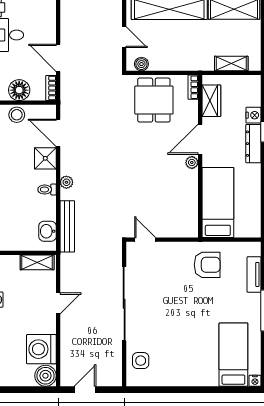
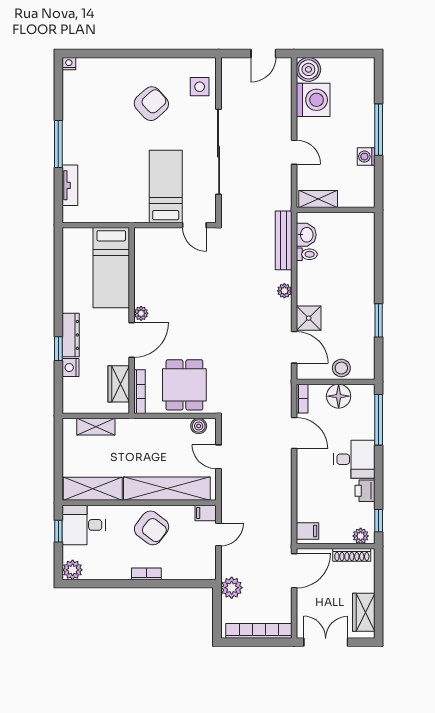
bookcase: (193, 87) -> (140, 392), width x1.56
toilet: (47, 190) -> (307, 254), moved
armchair: (207, 265) -> (151, 104), moved, turned 138
door: (58, 303) -> (294, 152), swing flipped
bed: (233, 355) -> (166, 187), moved, turned 180

